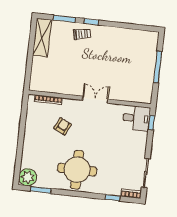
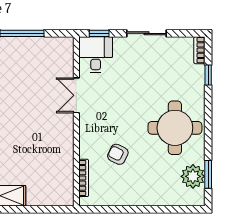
double door: (95, 100) -> (76, 95), moved
sliding door: (146, 173) -> (147, 33), moved
plant: (28, 177) -> (193, 176), moved

